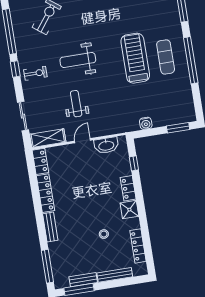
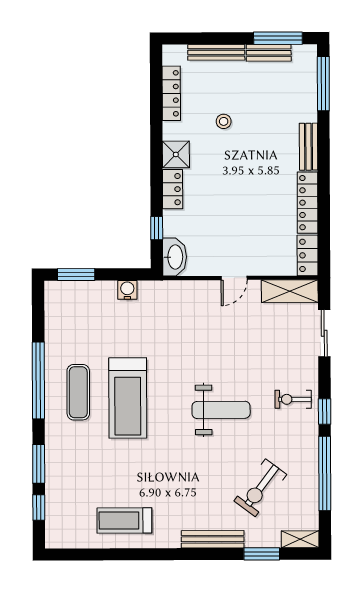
weight bench: (76, 104) -> (235, 340), removed
washbasin: (106, 145) -> (175, 257), moved, turned 90

